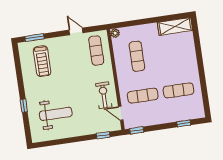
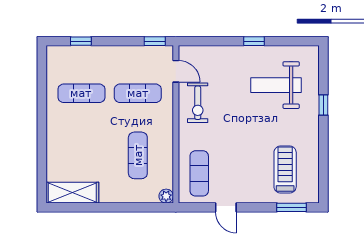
window: (103, 135) -> (254, 41), moved

